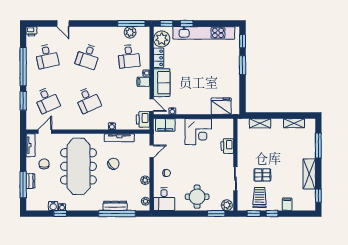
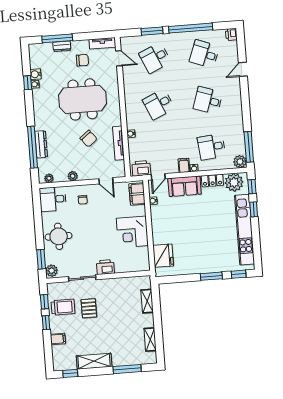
plant: (130, 32) -> (240, 162), moved
desk: (47, 56) -> (204, 54), turned 33
printer: (227, 146) -> (105, 267), moved
meeting table: (79, 166) -> (83, 99), width x0.73

